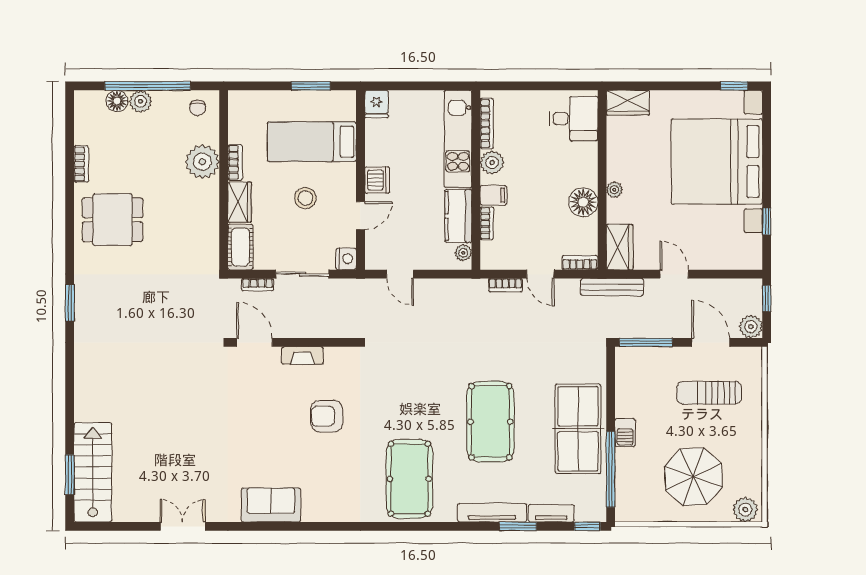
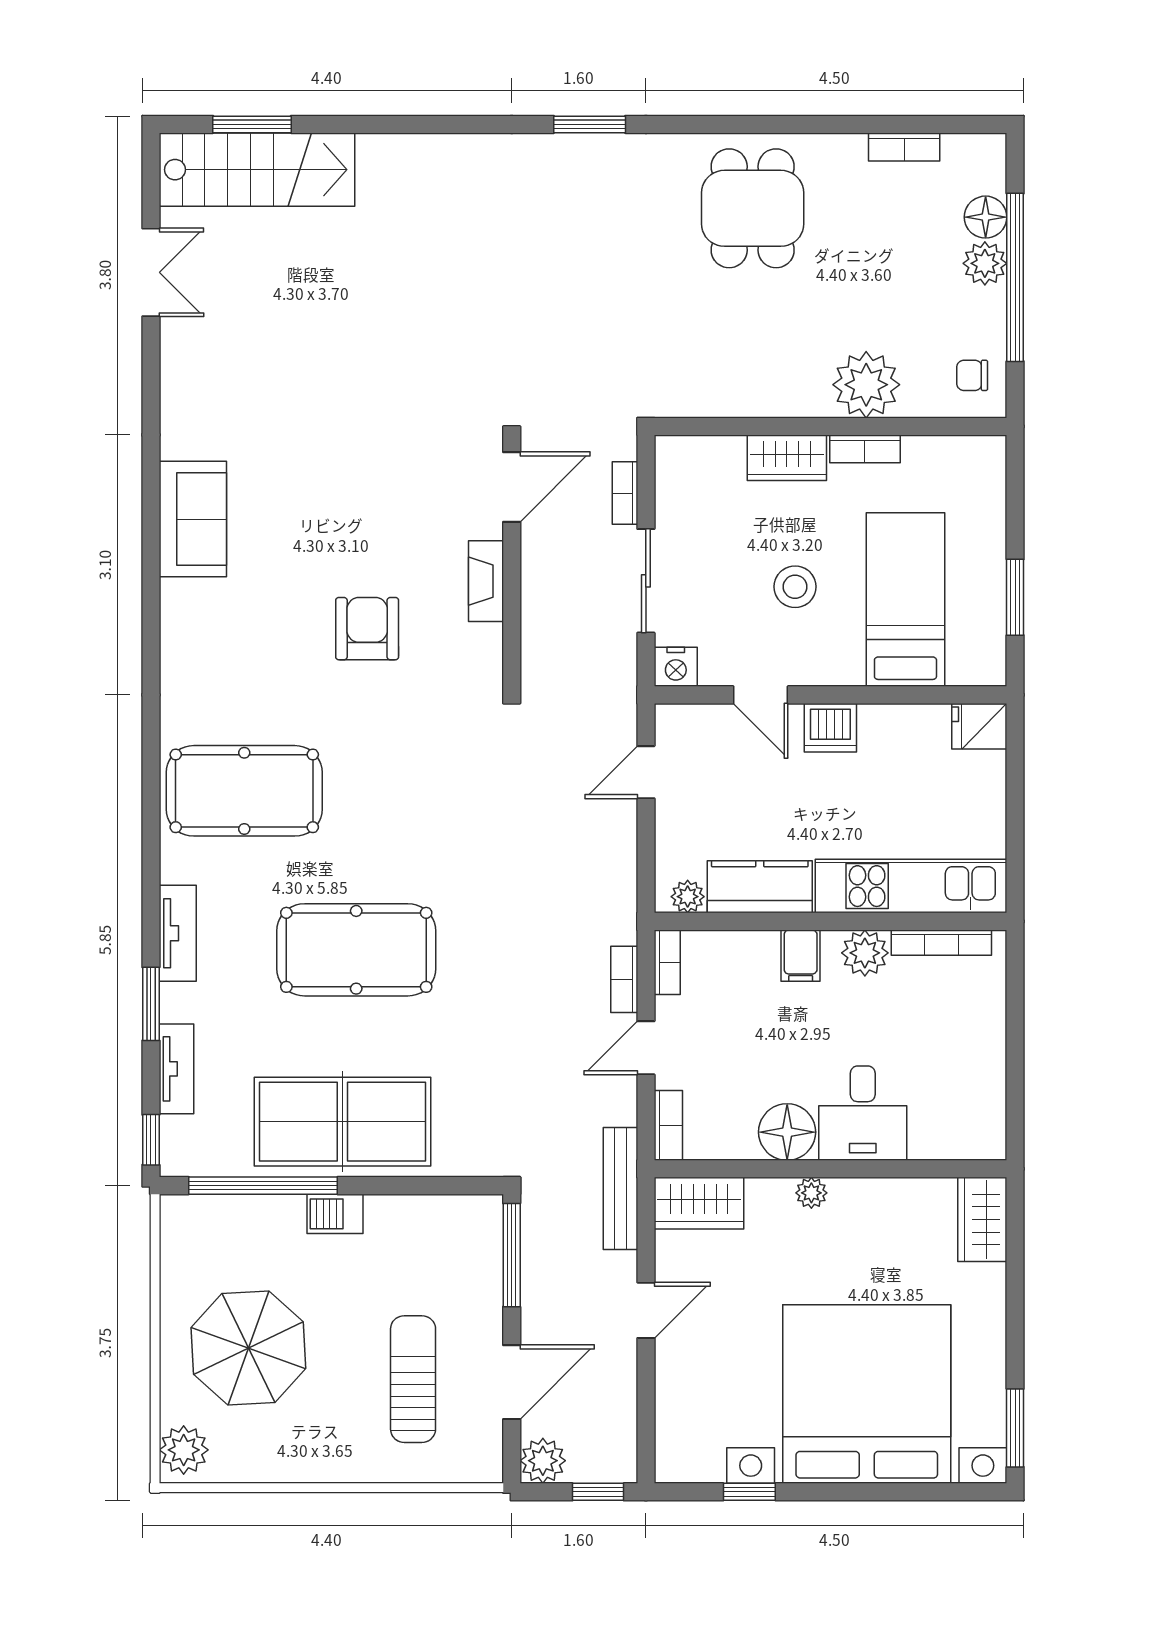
window: (734, 86) -> (1015, 1428), width x1.50
desk: (574, 119) -> (863, 1113), moved
bookcase: (81, 164) -> (904, 147), moved
bookcase: (487, 223) -> (667, 962), moved, turned -90
cot: (240, 247) -> (699, 459), removed
tv unit: (492, 513) -> (178, 933), width x0.71
double door: (183, 526) -> (151, 272), moved

